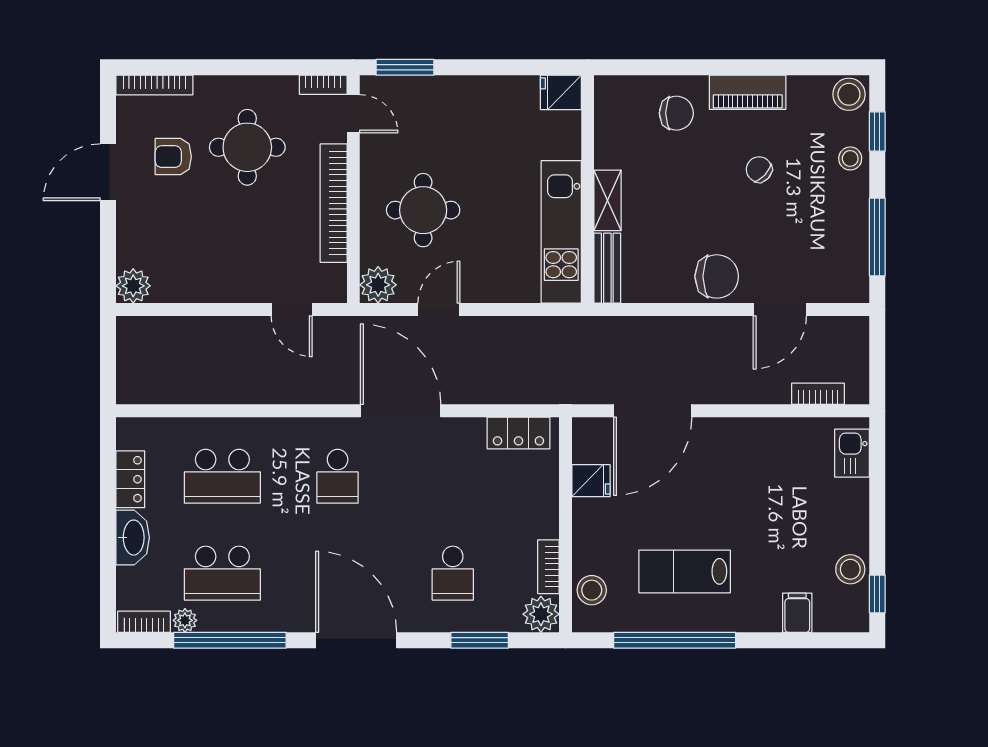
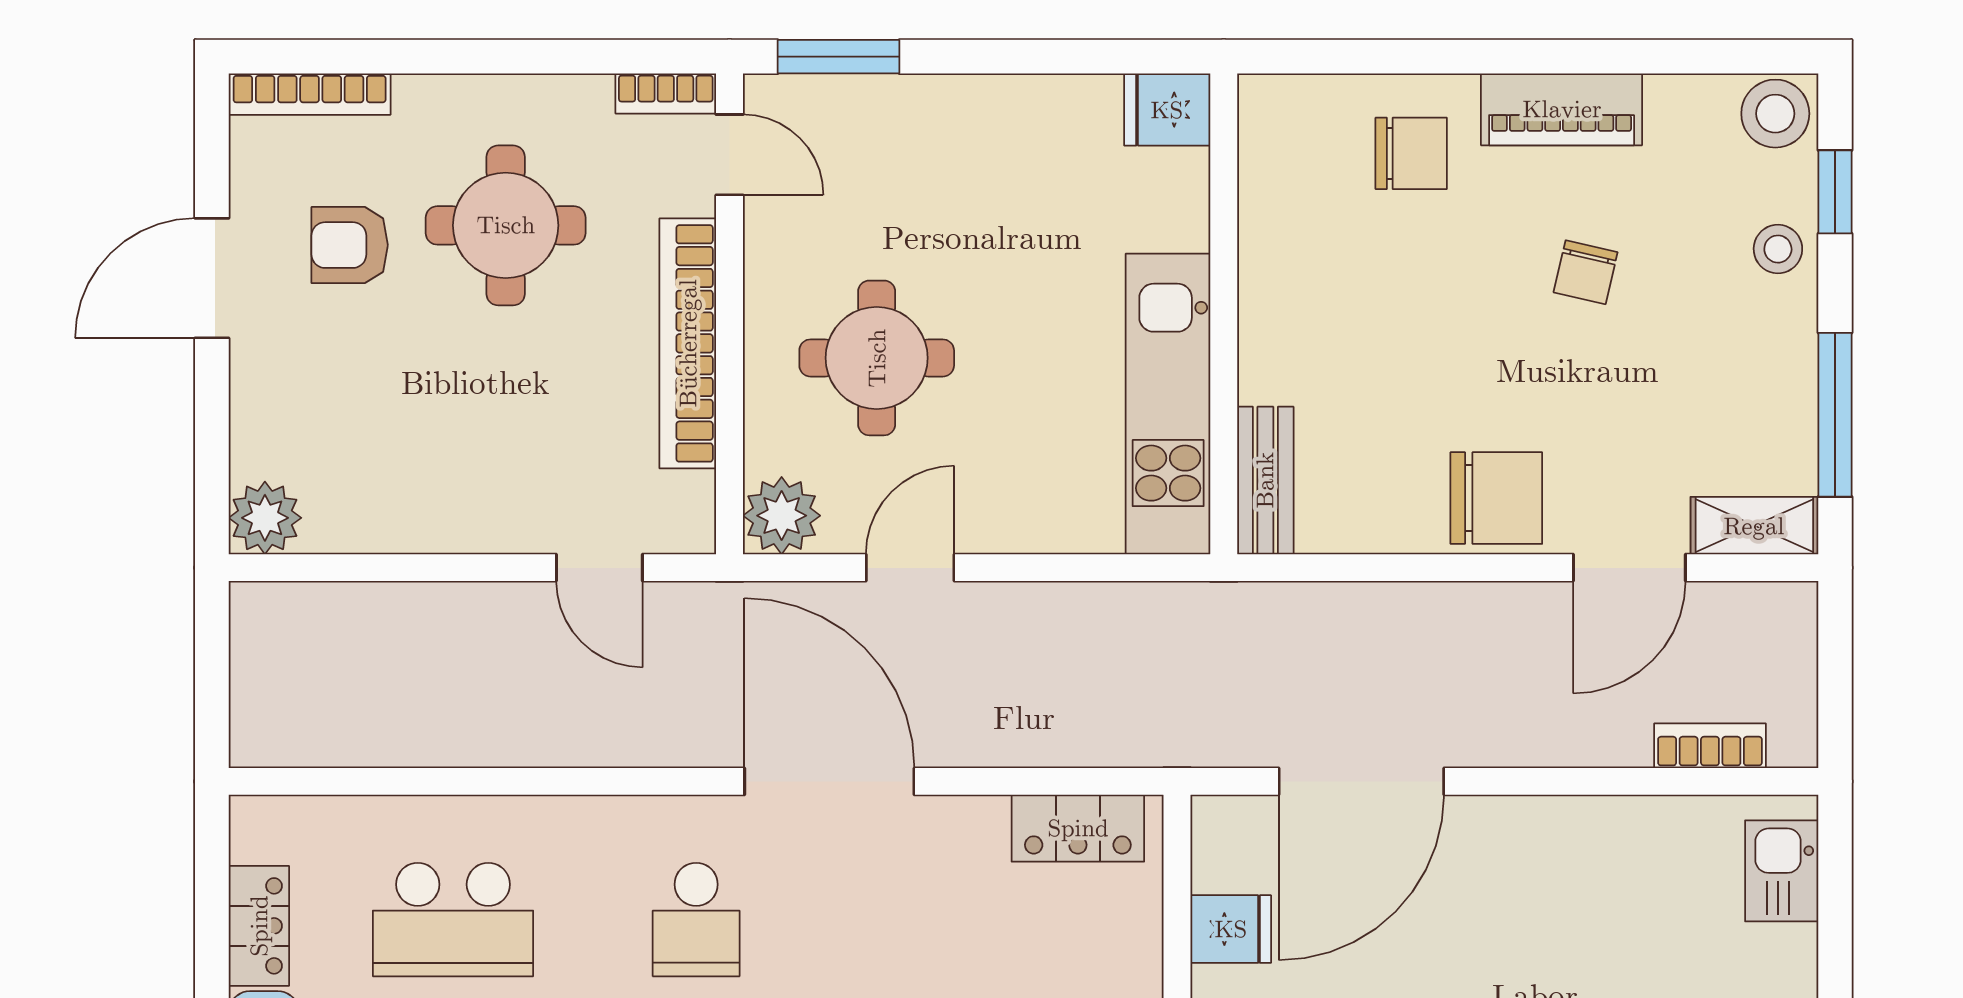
chair: (759, 169) -> (1586, 272), turned -120
shelving: (608, 200) -> (1754, 526), moved, turned 90

